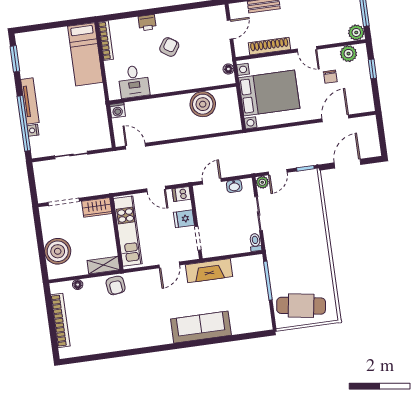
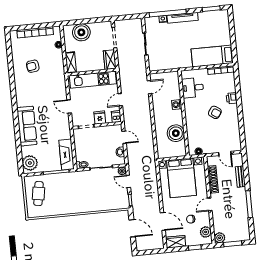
wardrobe: (365, 98) -> (176, 242), added
washing machine: (118, 110) -> (177, 105), moved
fireplace: (209, 271) -> (66, 155), moved
armchair: (116, 285) -> (33, 66), moved
cafe table: (301, 306) -> (38, 194), width x0.73, depth x0.74
plant: (256, 320) -> (30, 163), added

